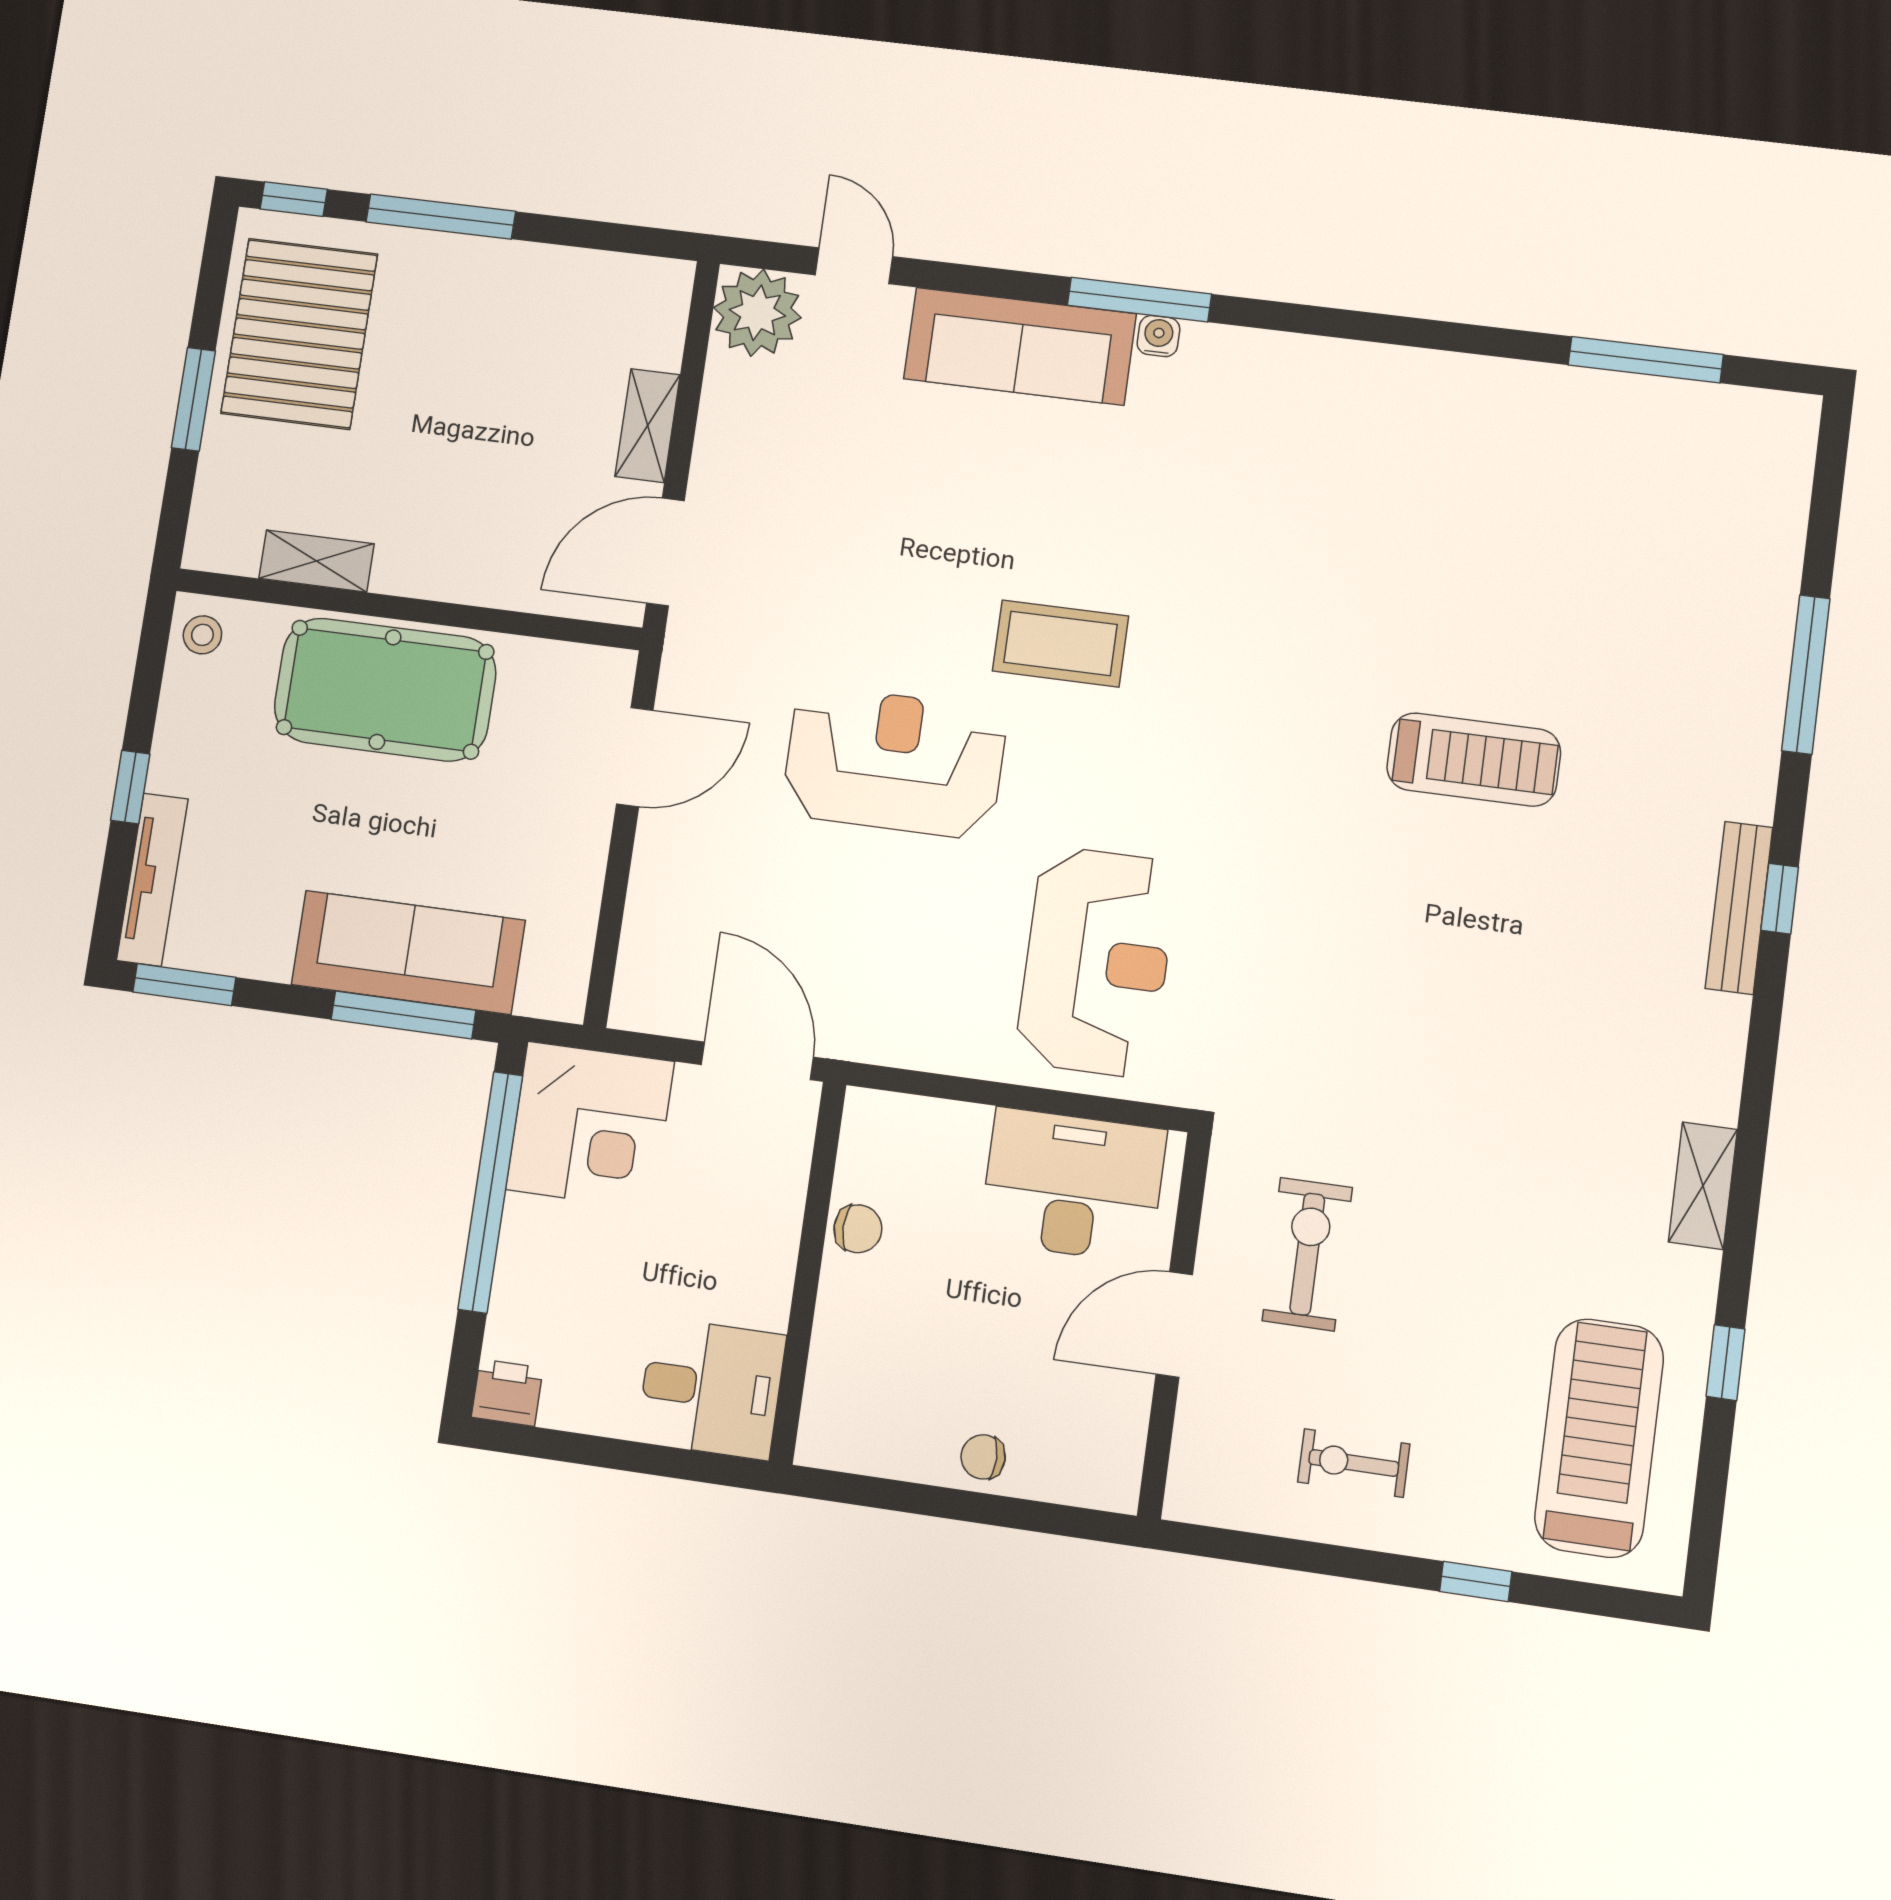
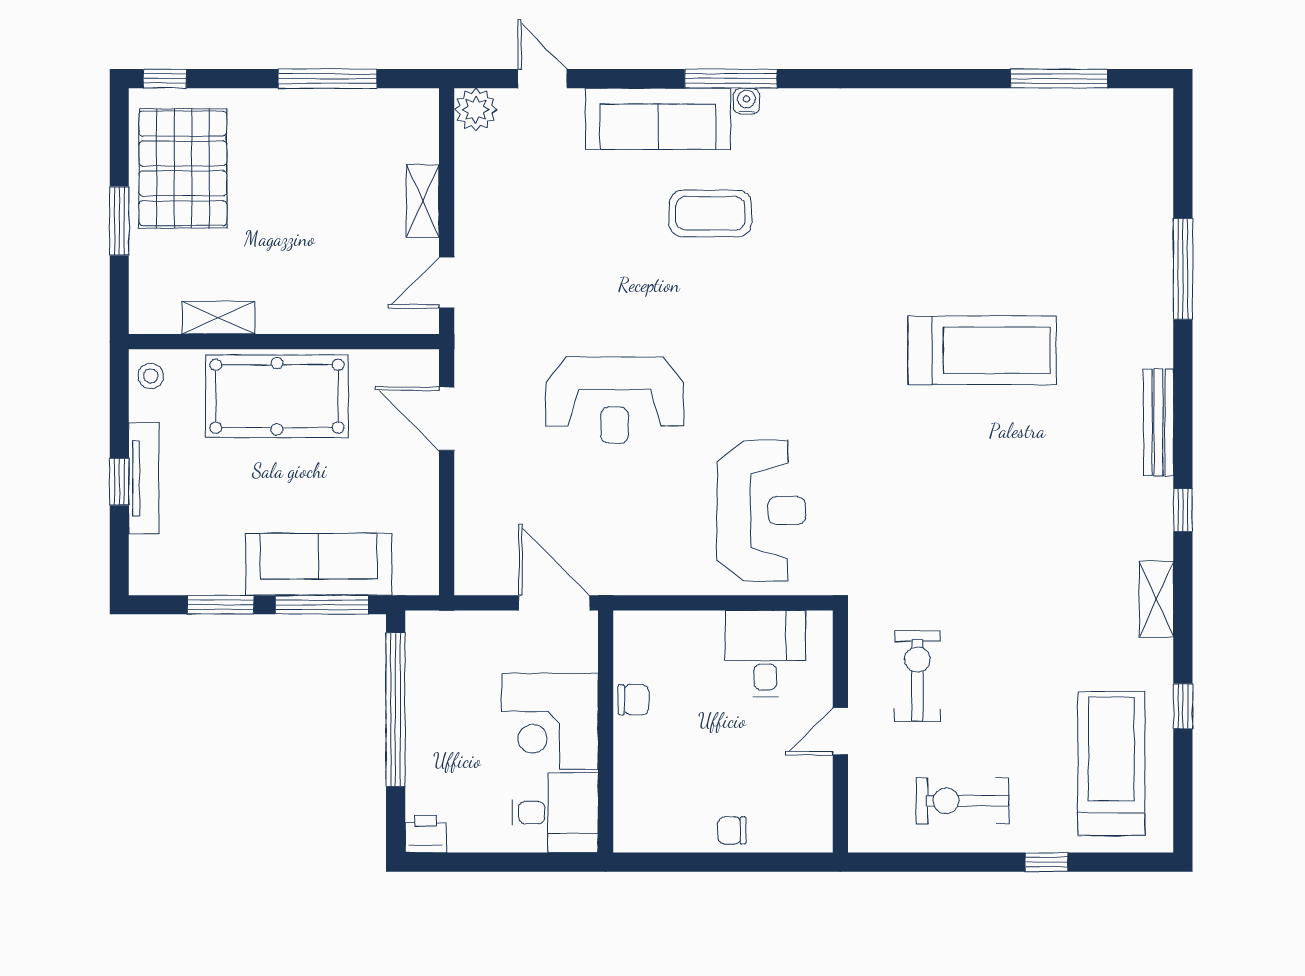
window: (441, 217) -> (328, 79), moved
plant: (757, 313) -> (476, 110), width x0.73, depth x0.73
door: (665, 552) -> (447, 283), width x0.73
coffee table: (1060, 643) -> (710, 213), moved
door: (635, 757) -> (447, 419), swing flipped
treadmill: (1474, 760) -> (982, 350), width x1.37, depth x1.38
reception desk: (894, 762) -> (615, 400), turned 180
tv unit: (152, 880) -> (144, 478), moved
window: (1780, 899) -> (1183, 510), moved
window: (184, 985) -> (221, 605), moved
corner desk: (590, 1126) -> (550, 721), moved, turned 90
desk: (1073, 1185) -> (765, 654), width x0.73
door: (1174, 1325) -> (840, 731), width x0.73
exercise bike: (1354, 1463) -> (963, 801), width x1.38, depth x1.39

